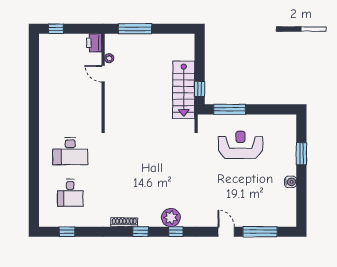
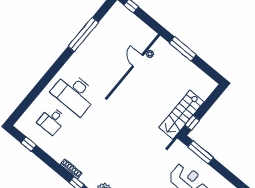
printer: (94, 43) -> (148, 36), removed
window: (34, 91) -> (83, 34), added
desk: (70, 151) -> (74, 93), width x1.36, depth x1.30

